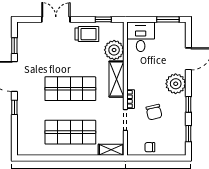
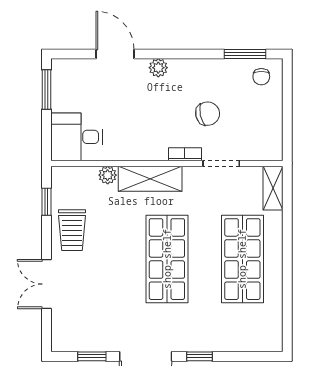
trolley: (87, 34) -> (72, 230), turned 180
plant: (114, 50) -> (108, 175), width x0.53, depth x0.53
plant: (176, 84) -> (158, 68), width x0.53, depth x0.53
window: (188, 104) -> (194, 54), removed
window: (188, 134) -> (245, 54), width x1.50
chair: (150, 147) -> (261, 77), moved

